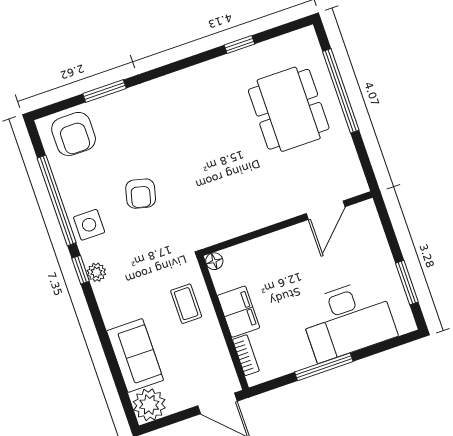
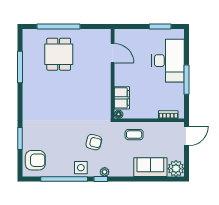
window: (239, 45) -> (20, 67), width x2.17
dining table: (289, 109) -> (59, 54), width x0.73
armchair: (141, 194) -> (94, 142), moved
filing cabinet: (239, 312) -> (122, 98), moved, turned 90

